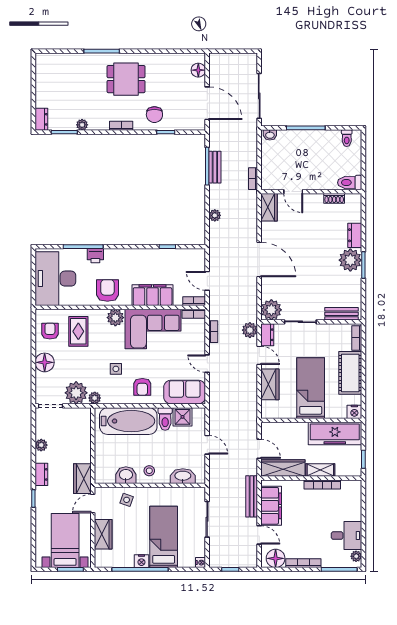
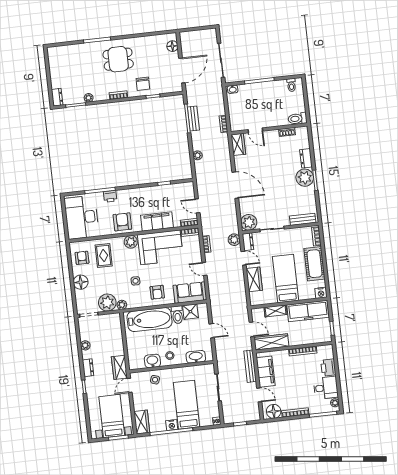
door: (207, 103) -> (182, 71), hinge flipped
shelving: (320, 470) -> (276, 311), moved
printer: (353, 510) -> (328, 368), added
wardrobe: (103, 534) -> (142, 422), moved

